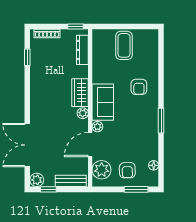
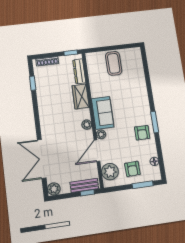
armchair: (139, 87) -> (142, 133), moved
wardrobe: (80, 93) -> (81, 96), moved
window: (48, 189) -> (87, 193), moved

